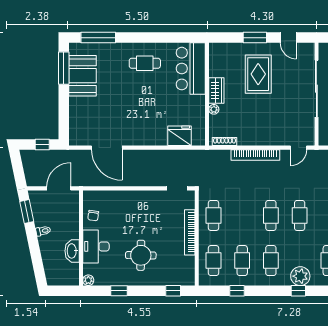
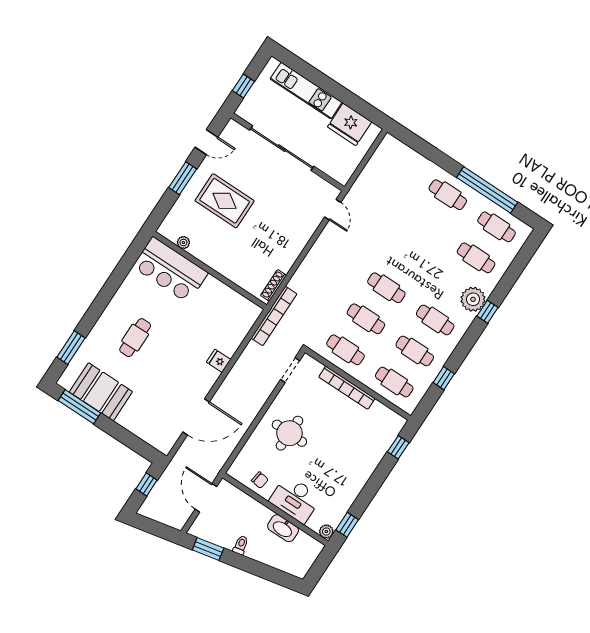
window: (98, 38) -> (71, 348), width x0.69
cafe table: (145, 63) -> (135, 338), moved
wardrobe: (216, 91) -> (212, 258), removed
plant: (214, 109) -> (183, 243), moved
fridge: (180, 136) -> (219, 361), moved, width x0.53, depth x0.75
bookcase: (255, 155) -> (274, 316), moved
cafe table: (300, 215) -> (366, 319), moved
round table: (141, 255) -> (289, 433), moved
window: (119, 291) -> (347, 525), moved

